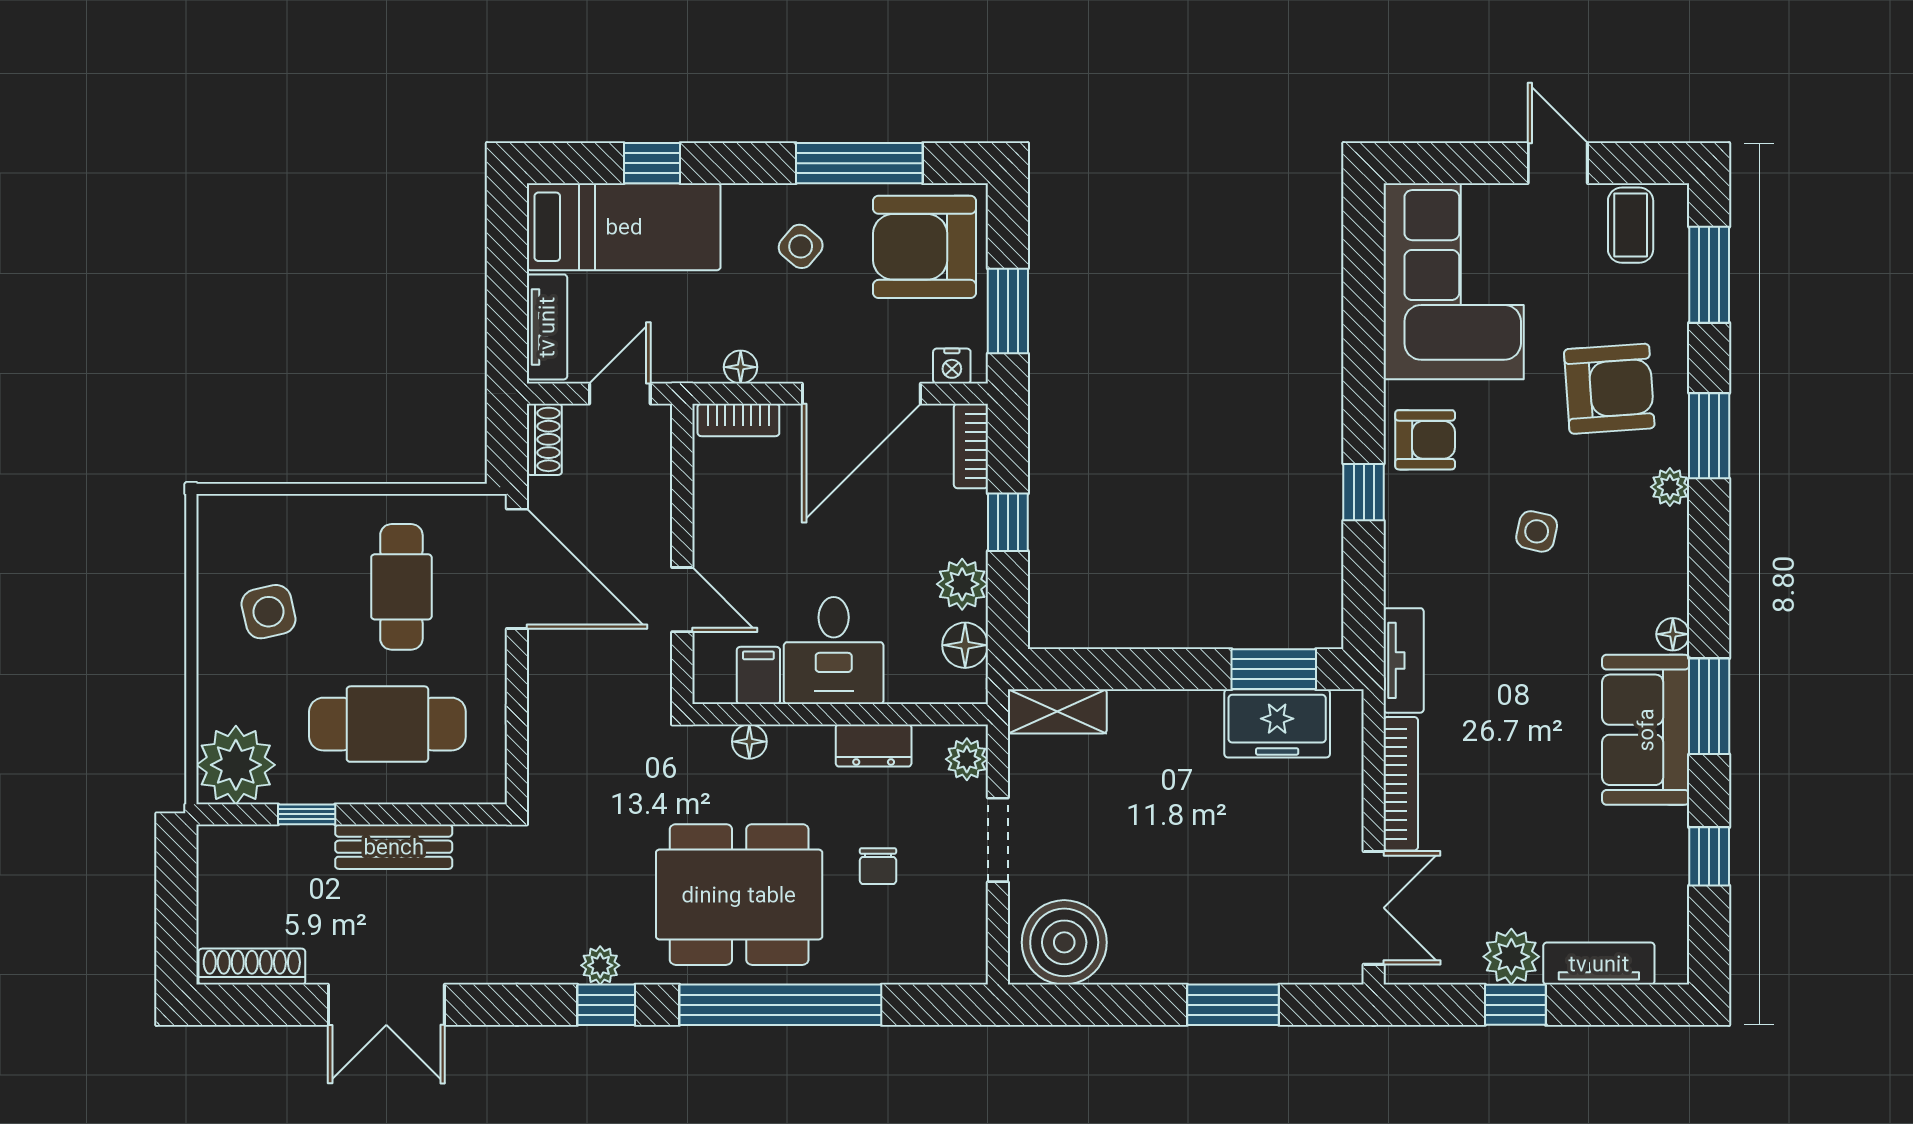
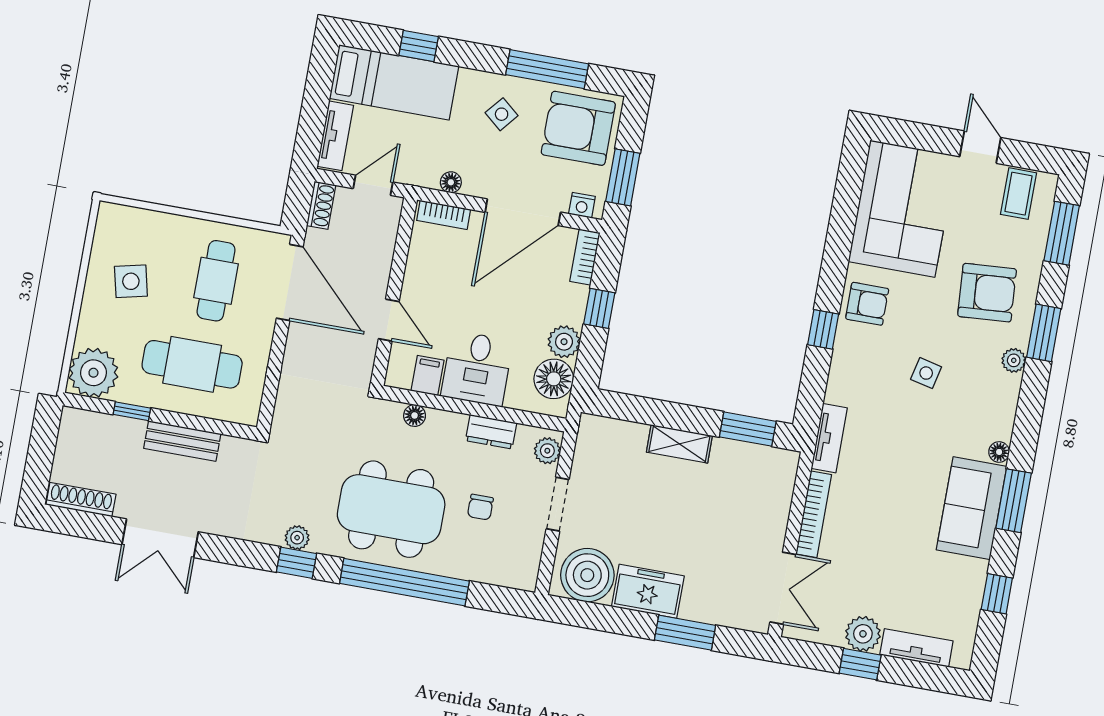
floor lamp: (965, 645) -> (554, 379), width x1.38, depth x1.38
shelving: (1057, 711) -> (679, 444), moved
freezer: (1277, 723) -> (648, 591), moved, turned 180

